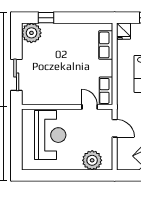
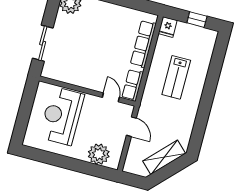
row of seats: (106, 45) -> (143, 44), width x1.48
reception desk: (50, 135) -> (62, 116), turned 180

